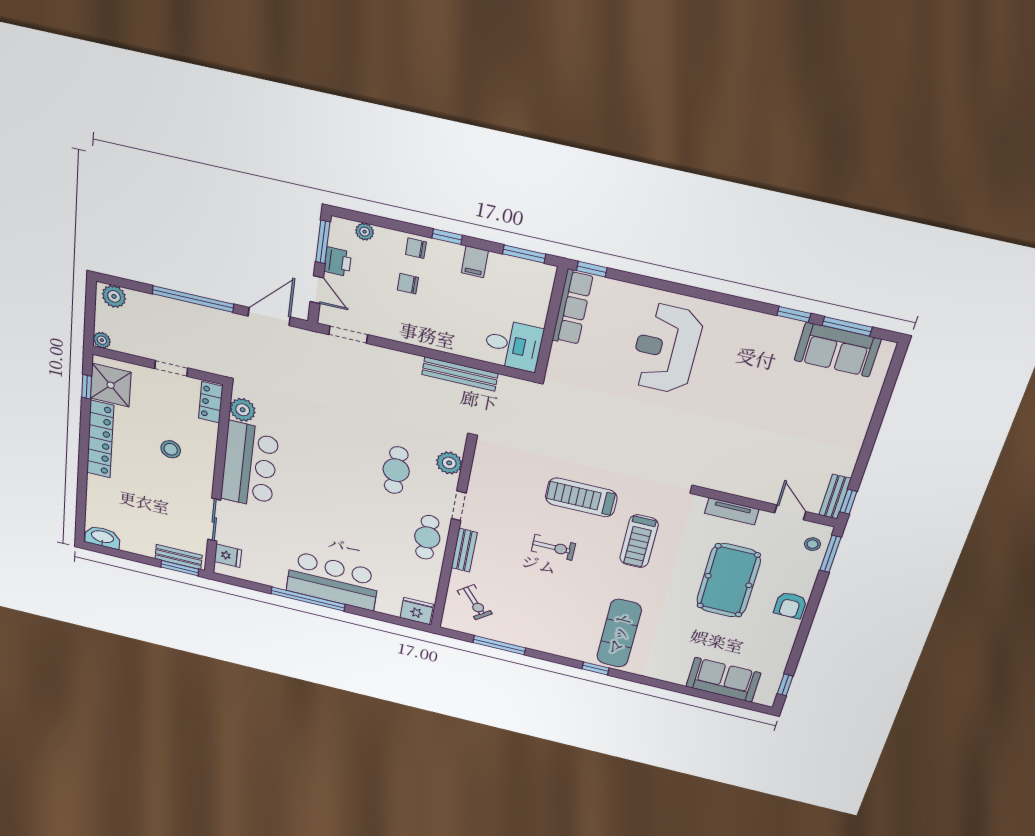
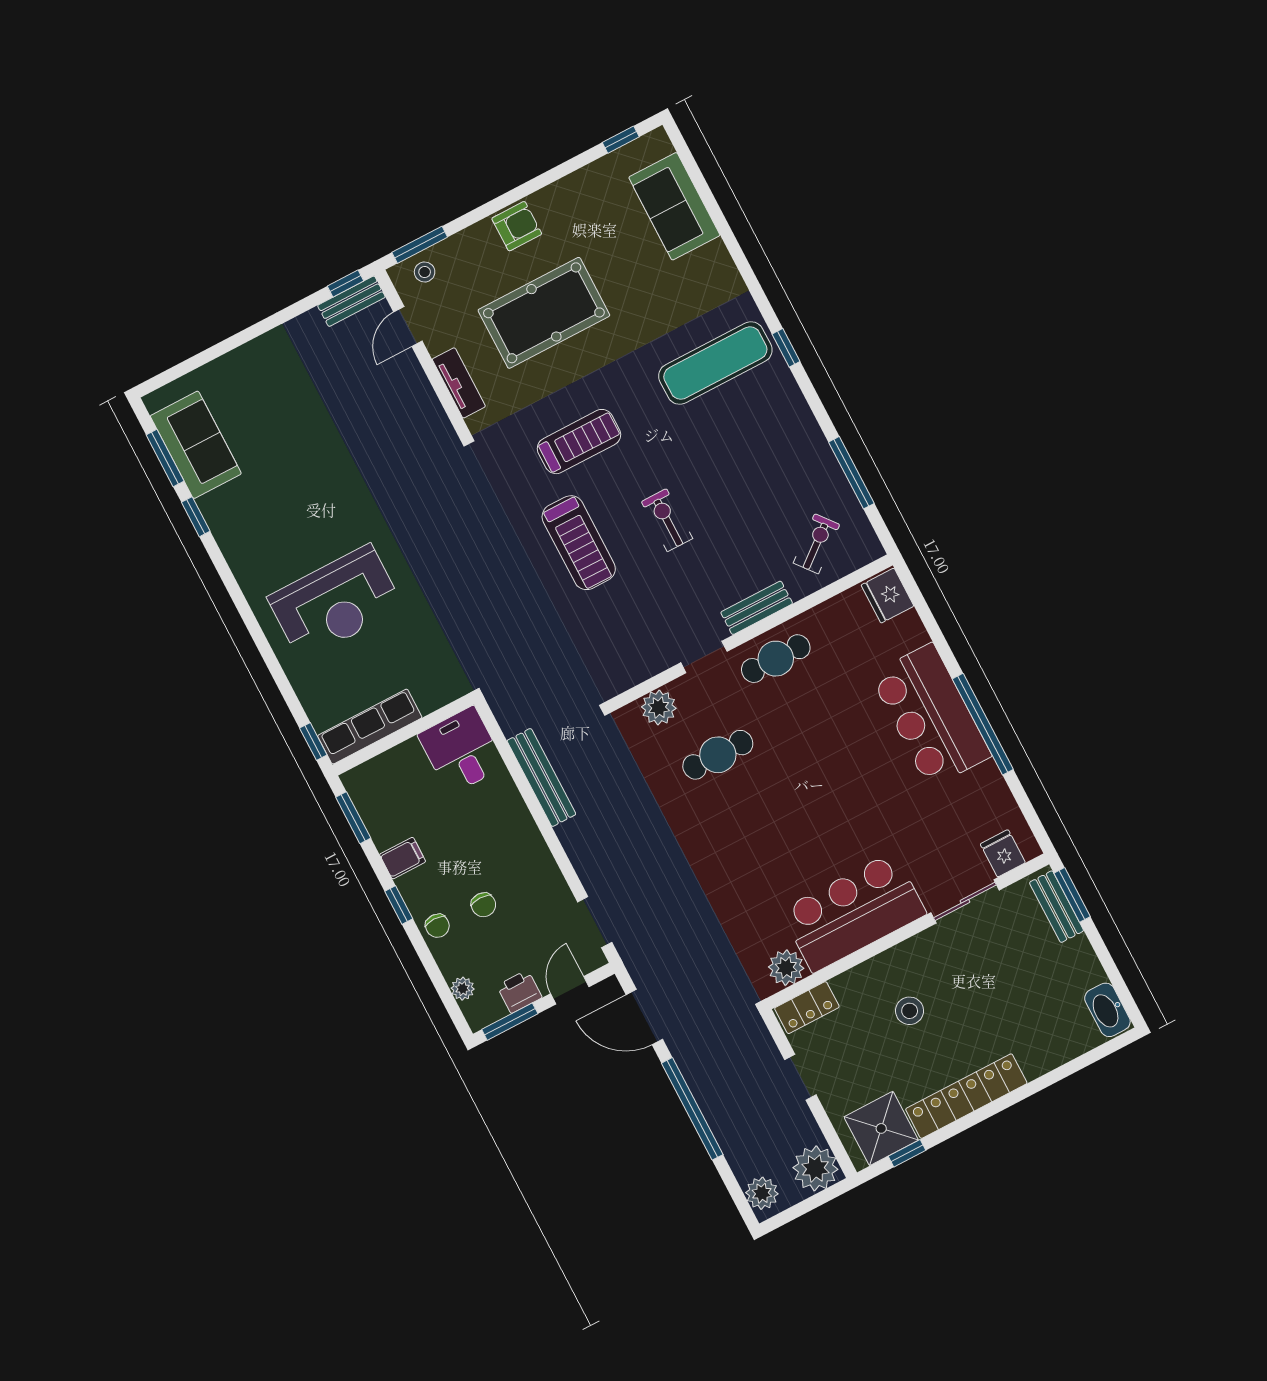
plant: (102, 340) -> (815, 1168), width x1.88, depth x1.88

